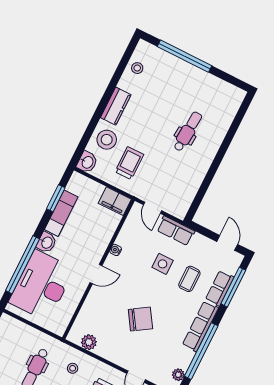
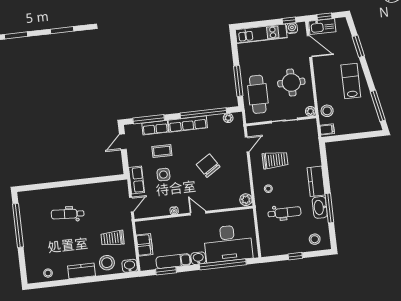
window: (185, 56) -> (18, 225), moved
filing cabinet: (115, 201) -> (145, 245), moved
plant: (89, 342) -> (246, 200), moved

